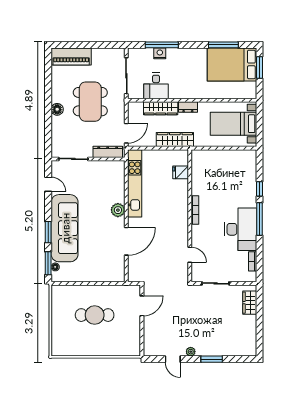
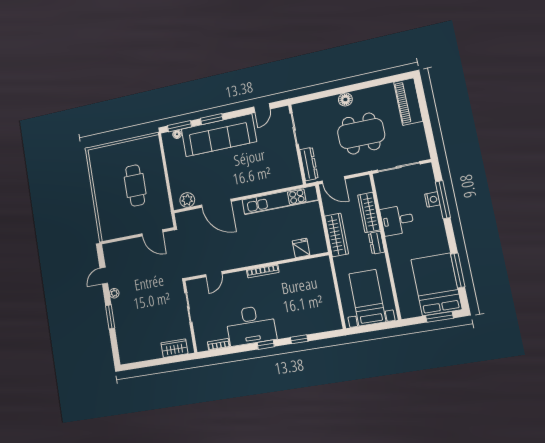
desk: (156, 86) -> (397, 220), moved
plant: (118, 210) -> (187, 200), moved
window: (260, 219) -> (266, 345), width x0.46

